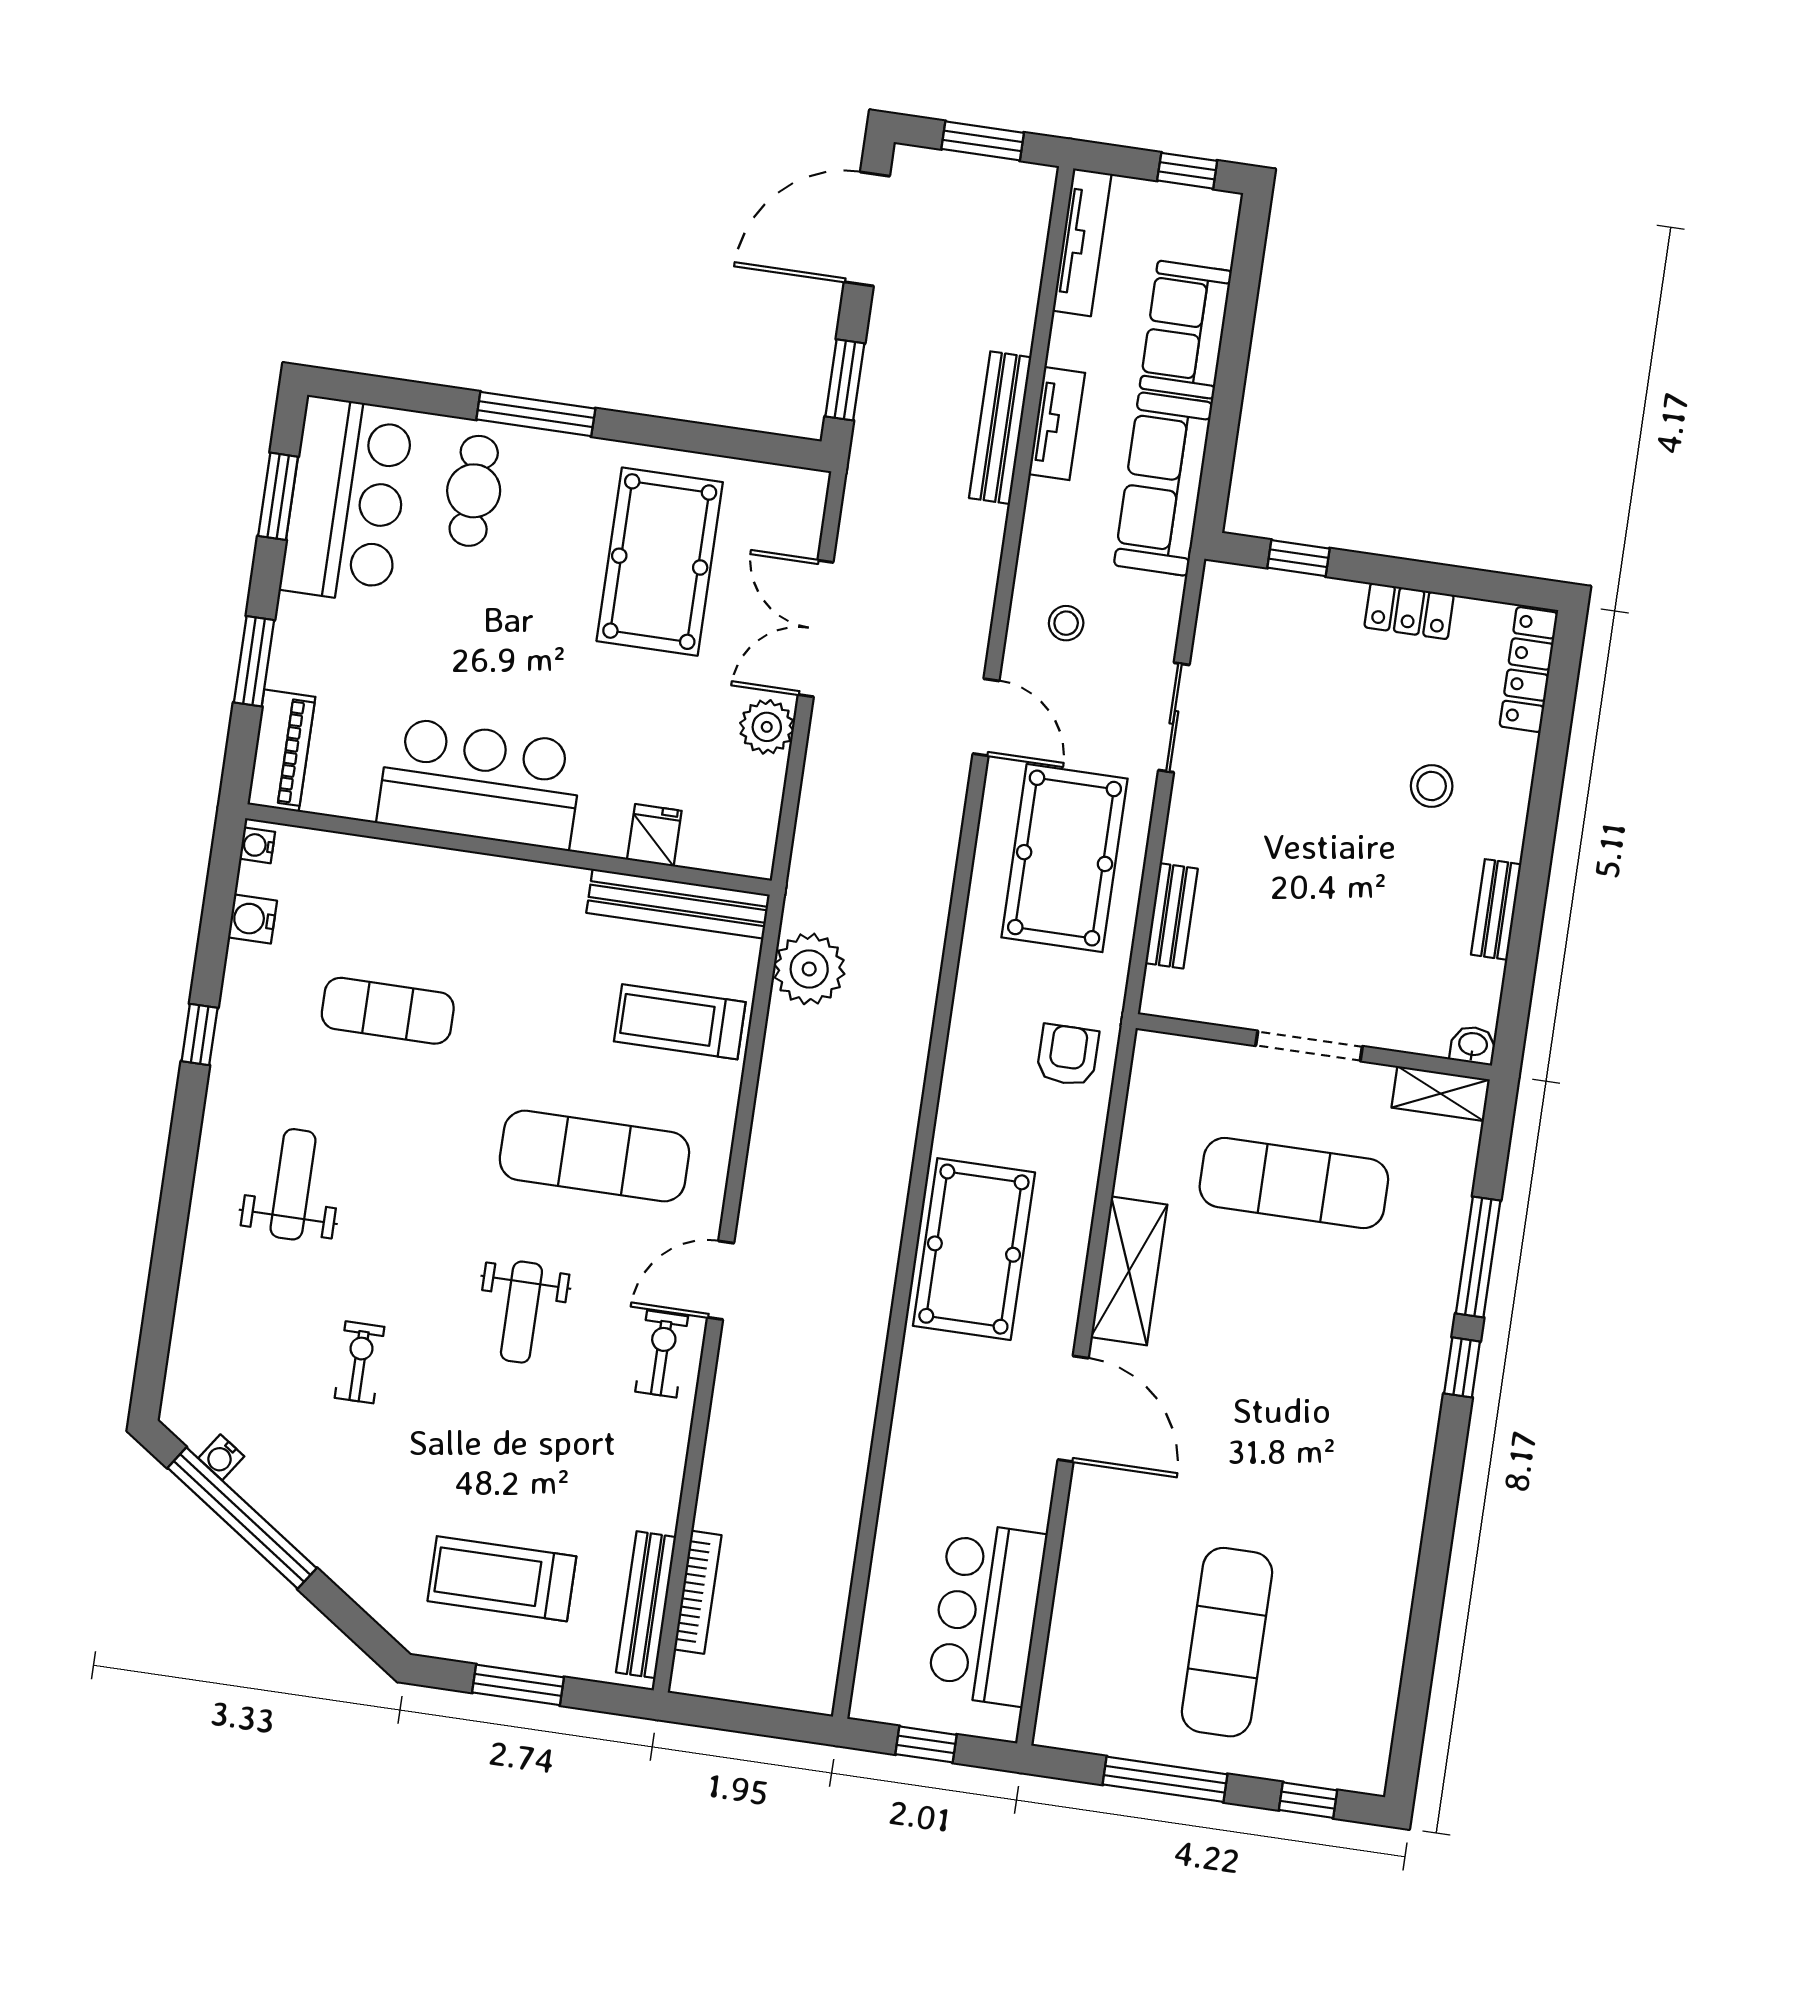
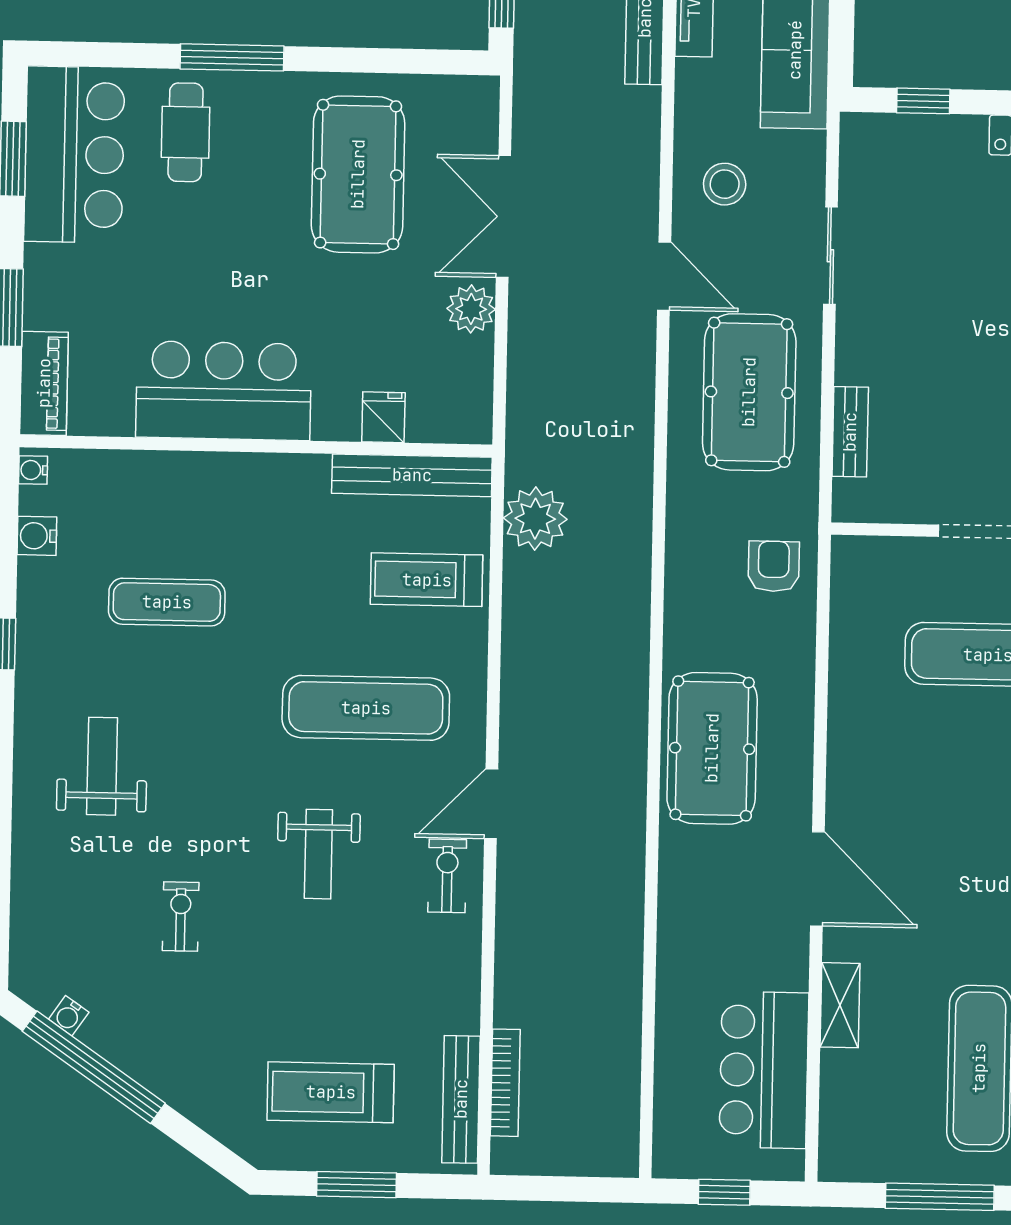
stool: (1066, 623) -> (725, 184), width x1.37, depth x1.37
shelving: (1129, 1271) -> (840, 1005), moved, width x0.67, depth x0.75

